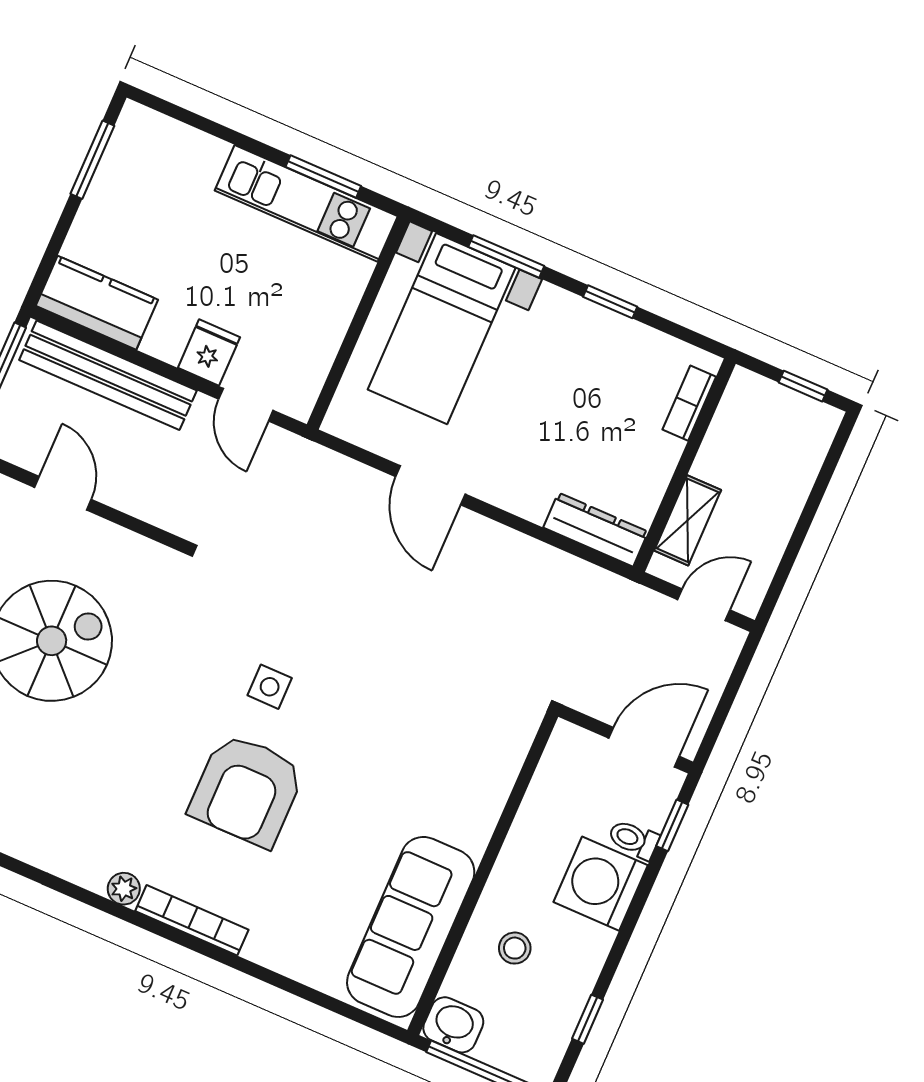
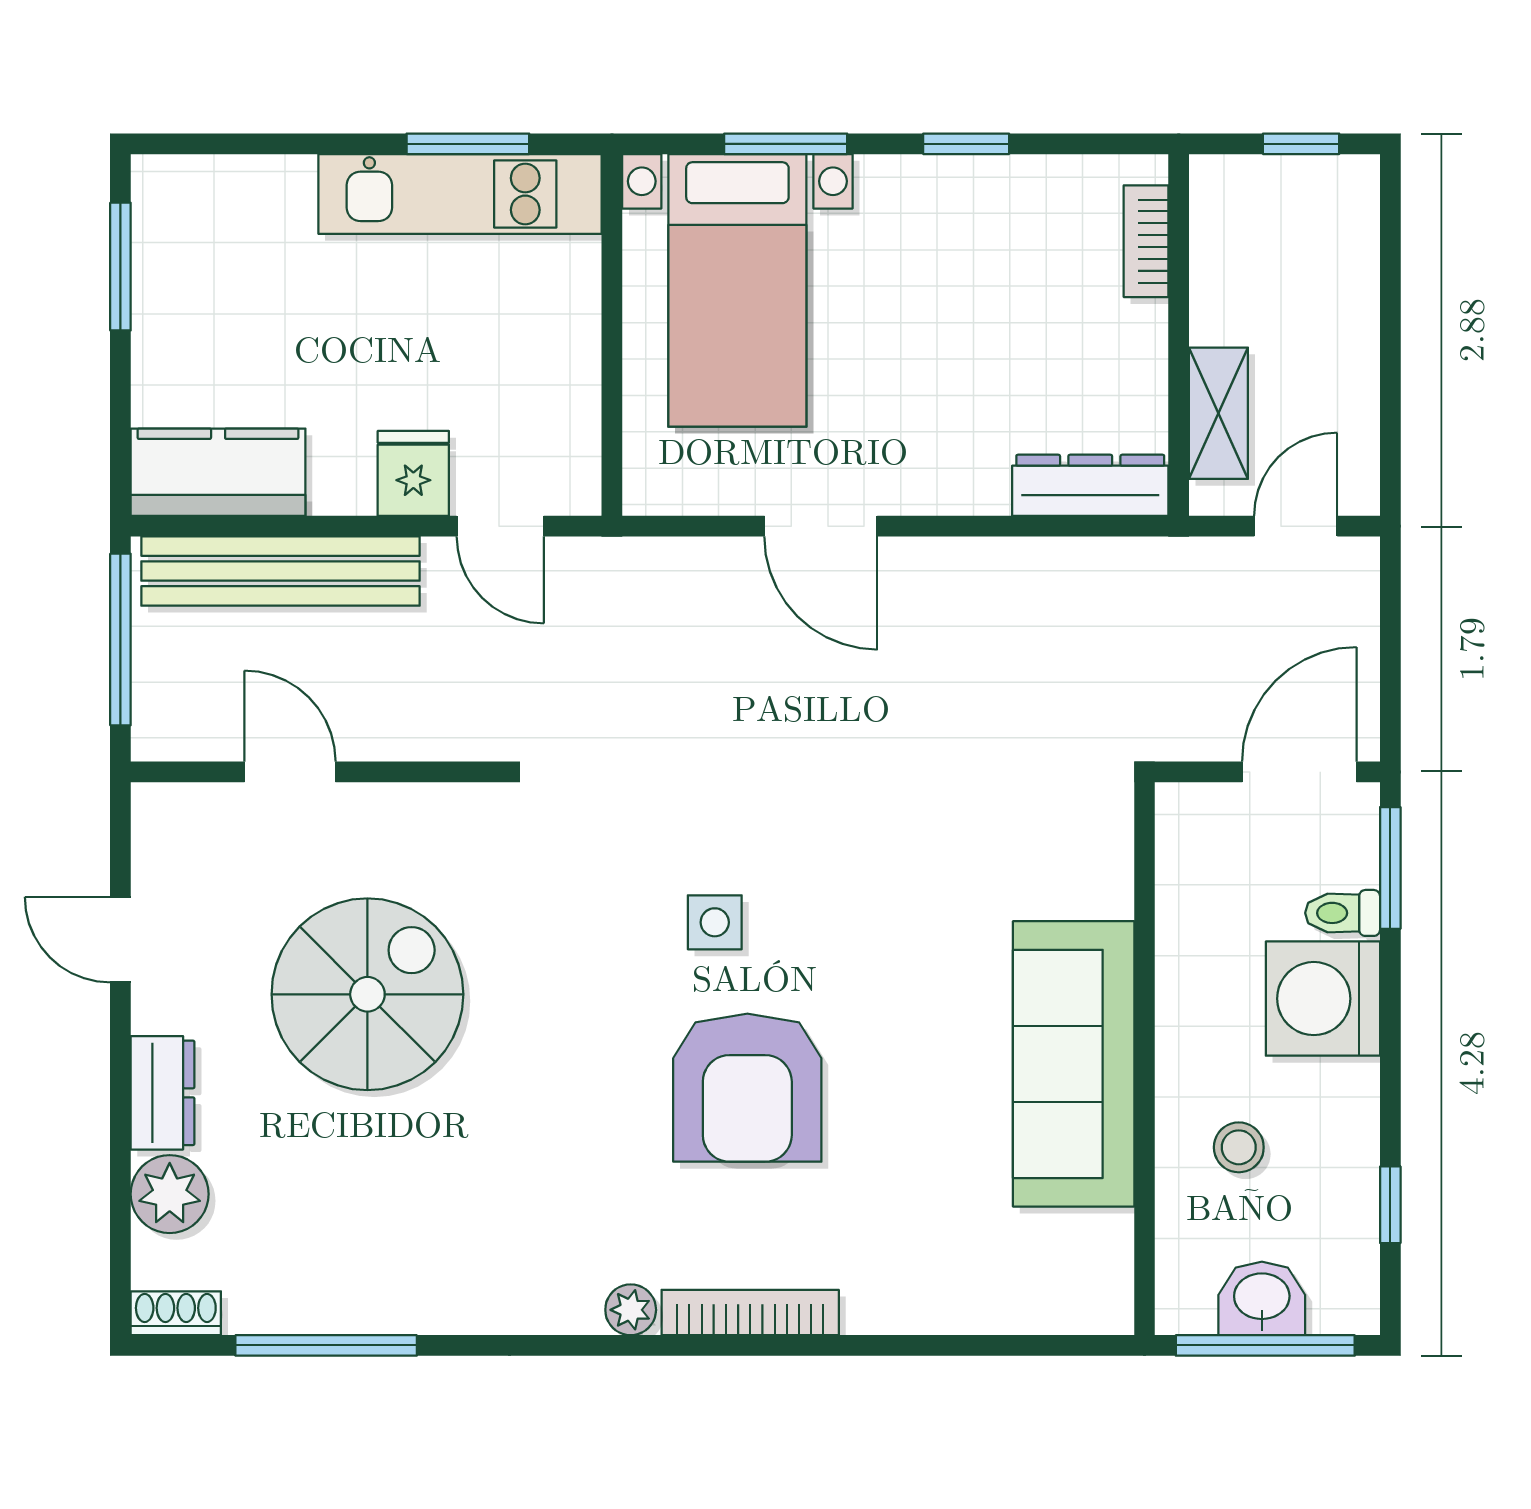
window: (672, 825) -> (1390, 868), width x1.50
sofa: (411, 927) -> (1074, 1064), moved
washbasin: (453, 1025) -> (1262, 1298), moved

